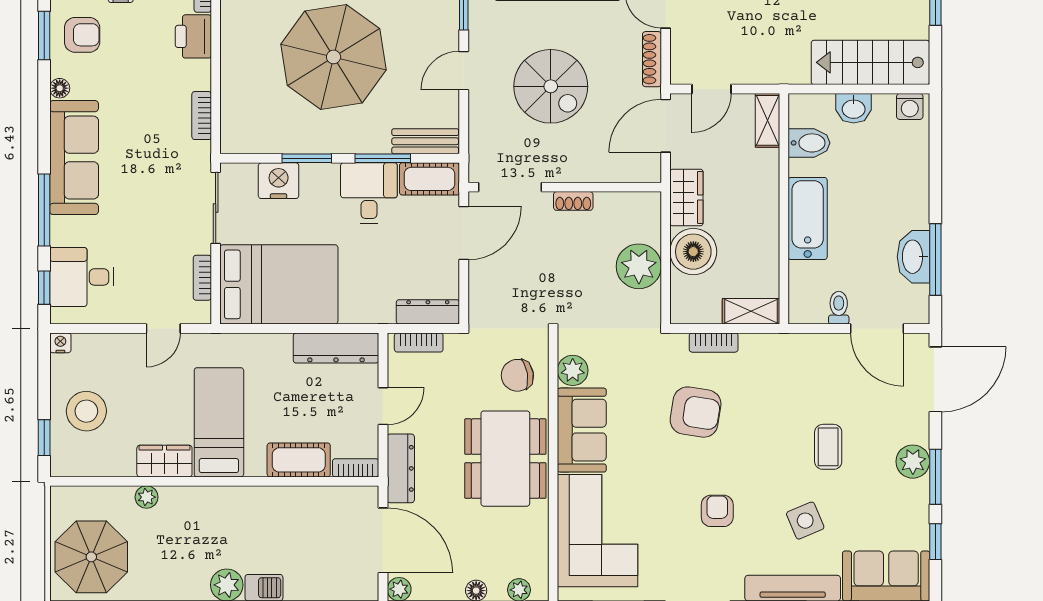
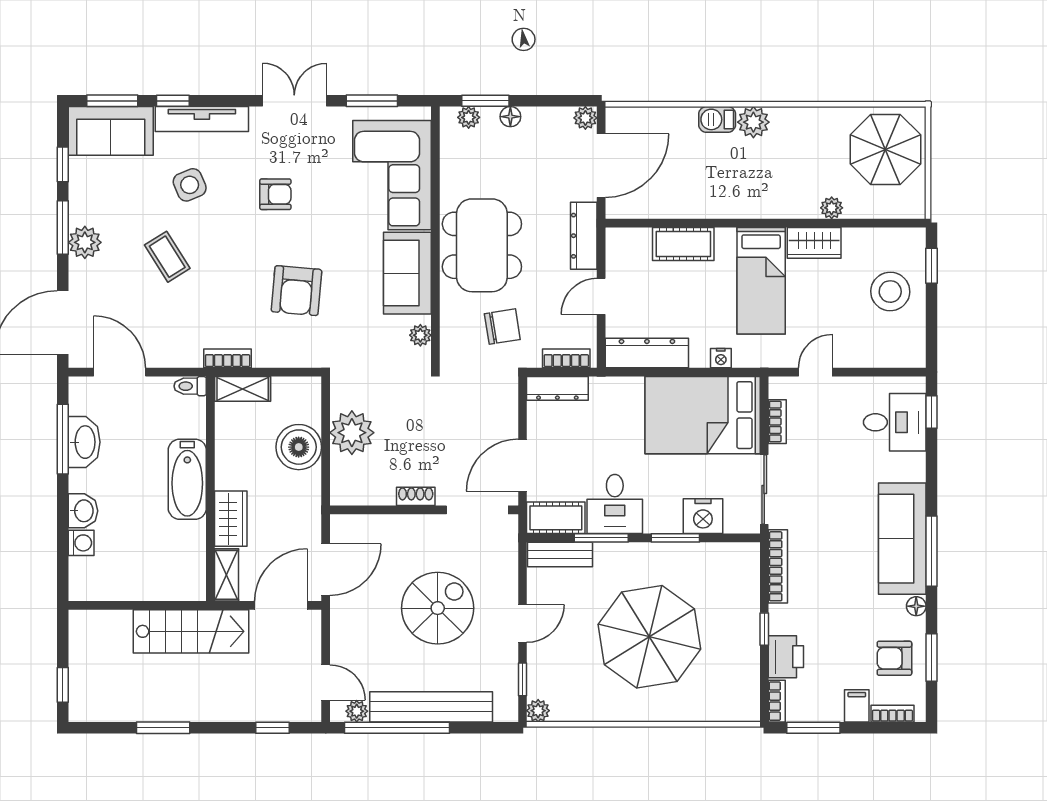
shoe rack: (652, 59) -> (339, 635), removed
stairs: (870, 62) -> (191, 631), moved
window: (216, 65) -> (764, 629), added
spiral stairs: (551, 86) -> (438, 608), turned 90
door: (711, 89) -> (281, 605), width x1.38
washing machine: (910, 106) -> (81, 543), moved, turned 90
washbasin: (854, 108) -> (83, 511), moved, turned 90
bookcase: (202, 116) -> (778, 566), width x1.56
bidet: (809, 143) -> (186, 553), removed
wardrobe: (686, 197) -> (231, 519), moved, turned 180
window: (44, 210) -> (931, 551), moved
toilet: (839, 308) -> (190, 386), moved, turned 90
nightstand: (60, 343) -> (721, 358), moved
bookcase: (714, 343) -> (228, 358), moved
plant: (573, 370) -> (420, 335), width x0.73, depth x0.73
chair: (517, 375) -> (502, 327), moved
armchair: (696, 412) -> (296, 291), turned -94
coffee table: (828, 447) -> (167, 257), turned -32
bookcase: (356, 468) -> (628, 236), removed
armchair: (717, 511) -> (275, 194), turned -90
door: (383, 540) -> (601, 166), swing flipped

